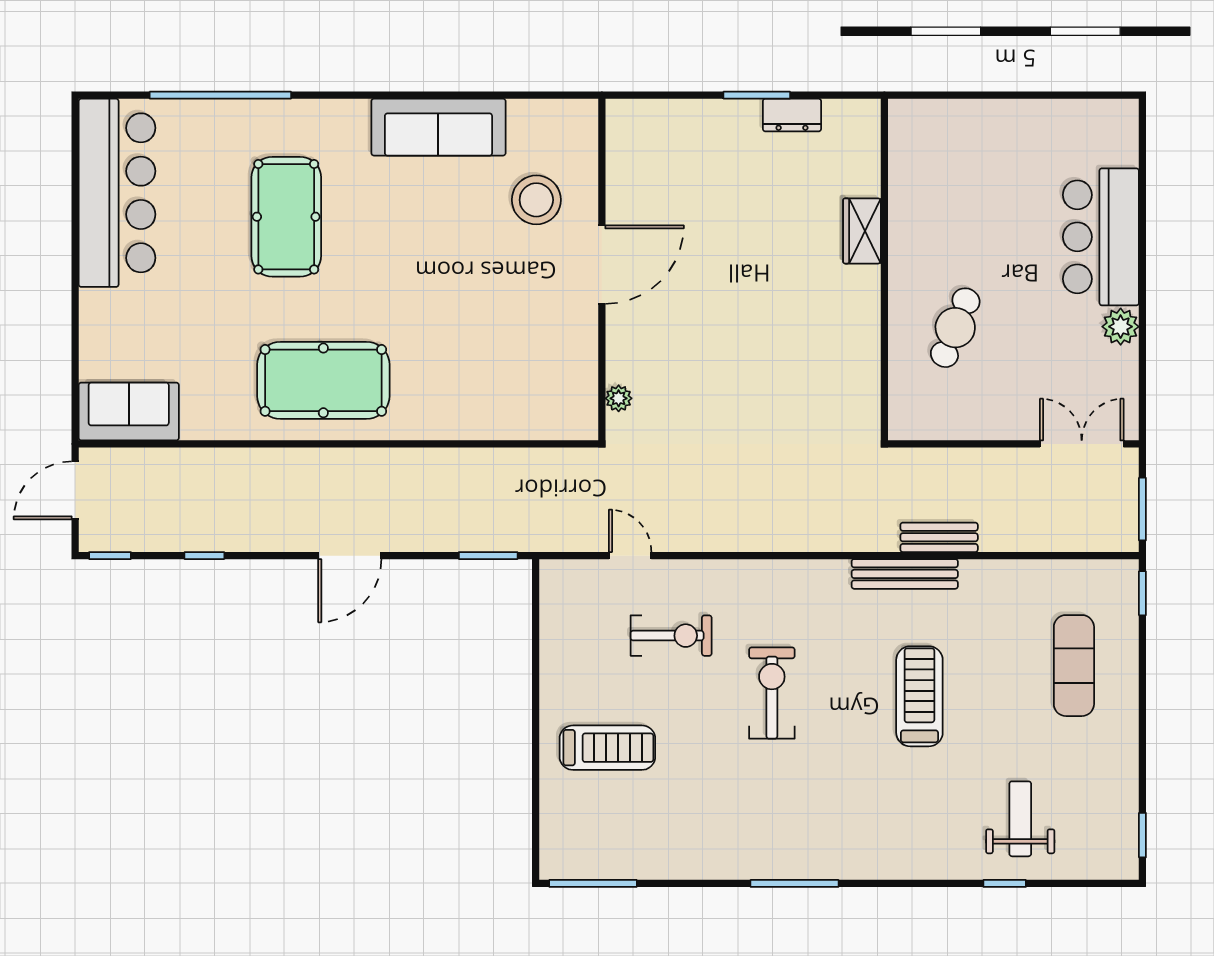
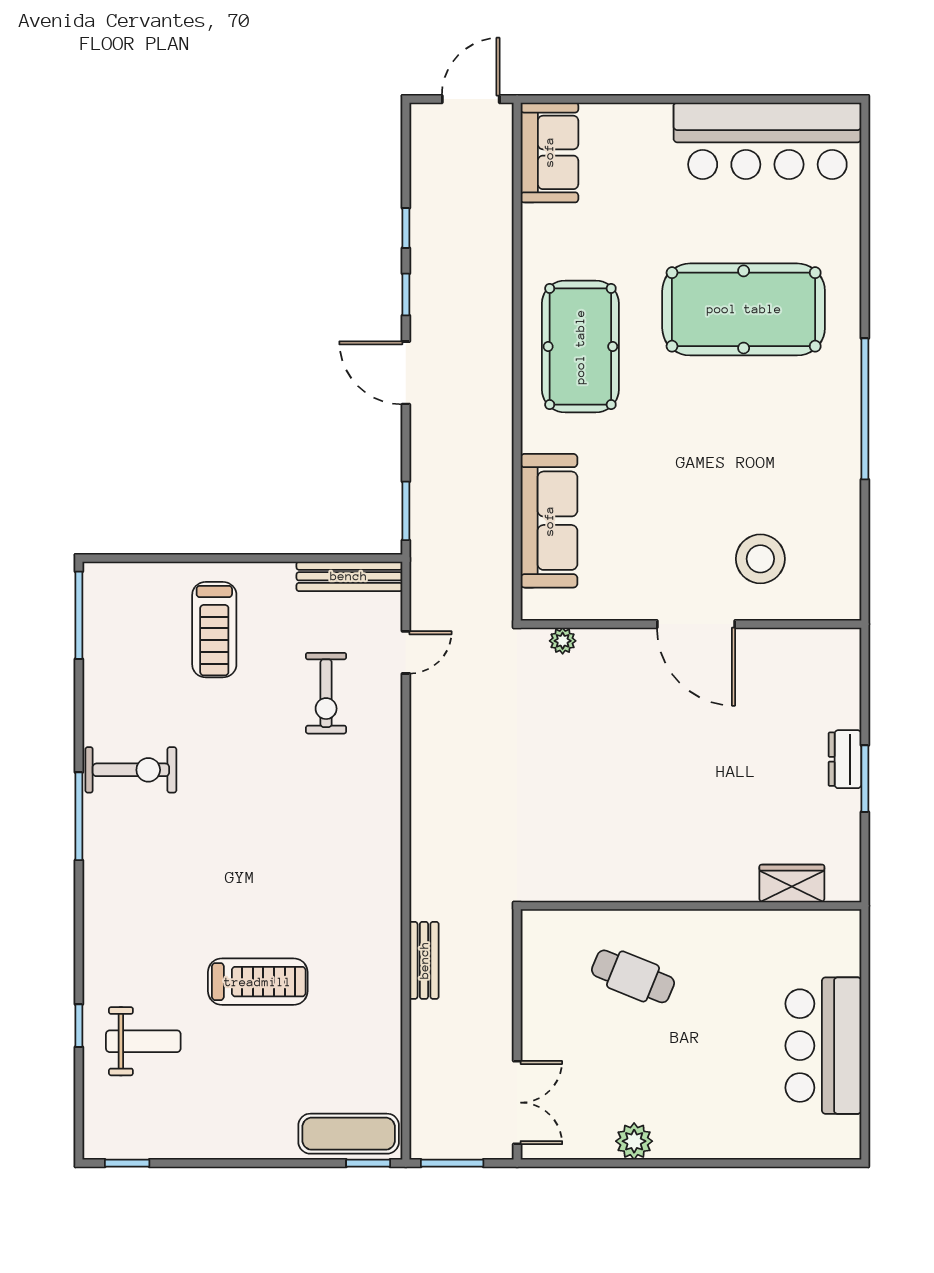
window: (220, 95) -> (865, 409), moved
dresser: (792, 115) -> (845, 759), moved
sofa: (438, 127) -> (549, 521), moved, turned 180
pool table: (286, 217) -> (744, 309), width x1.36, depth x1.32
wardrobe: (862, 231) -> (792, 883), moved
bar counter: (1101, 237) -> (823, 1046), moved, turned -90
door: (75, 490) -> (471, 99), hinge flipped
window: (110, 556) -> (406, 294), moved
bench: (905, 574) -> (349, 576), moved, turned 90
exercise mat: (1074, 666) -> (349, 1134), moved
exercise bike: (772, 693) -> (131, 770), moved
treadmill: (919, 696) -> (258, 982), moved

